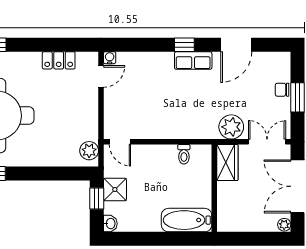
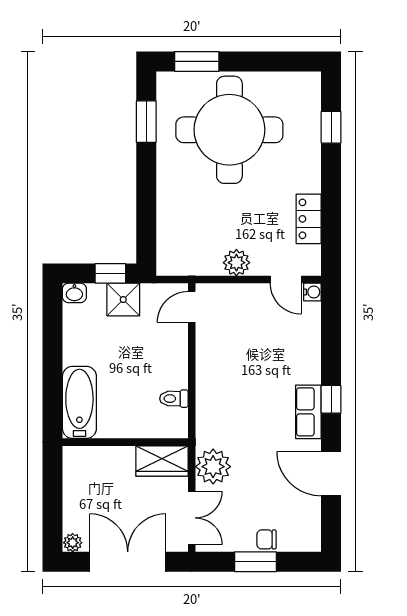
chair: (282, 90) -> (267, 539), turned -90
plant: (89, 151) -> (236, 263), moved

